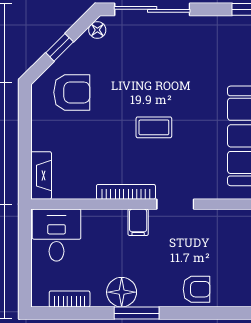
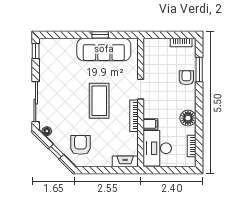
coffee table: (154, 127) -> (99, 101), width x1.86, depth x1.72
filing cabinet: (138, 222) -> (150, 124), moved
desk: (57, 235) -> (157, 148), width x1.37
window: (137, 313) -> (199, 69), moved

